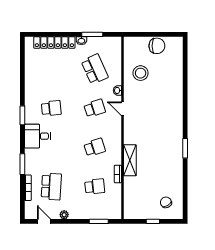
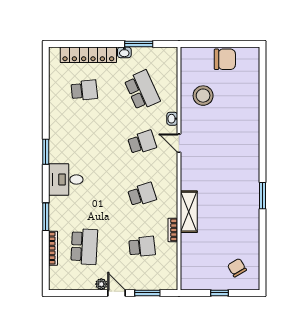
school desk: (51, 108) -> (84, 90), moved
door: (44, 221) -> (117, 293), moved

